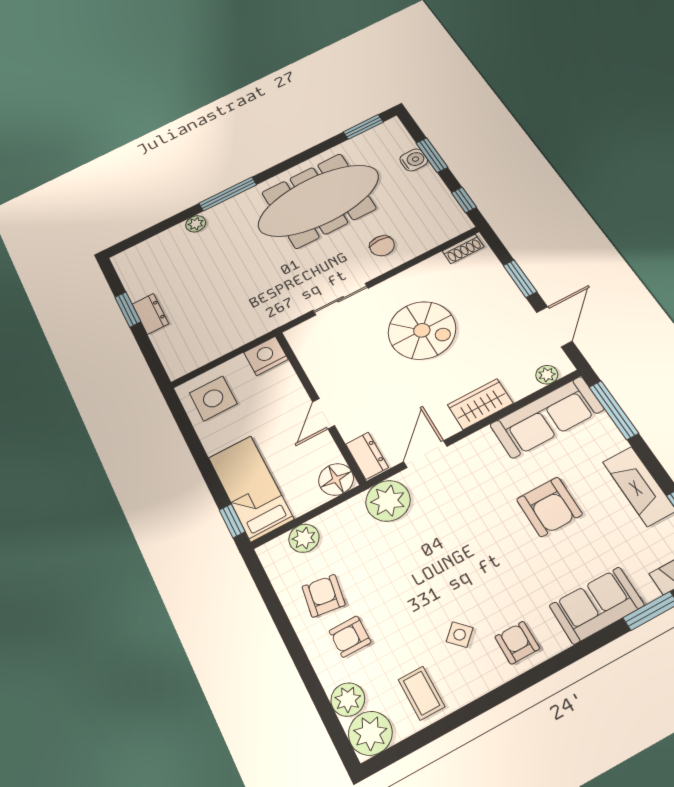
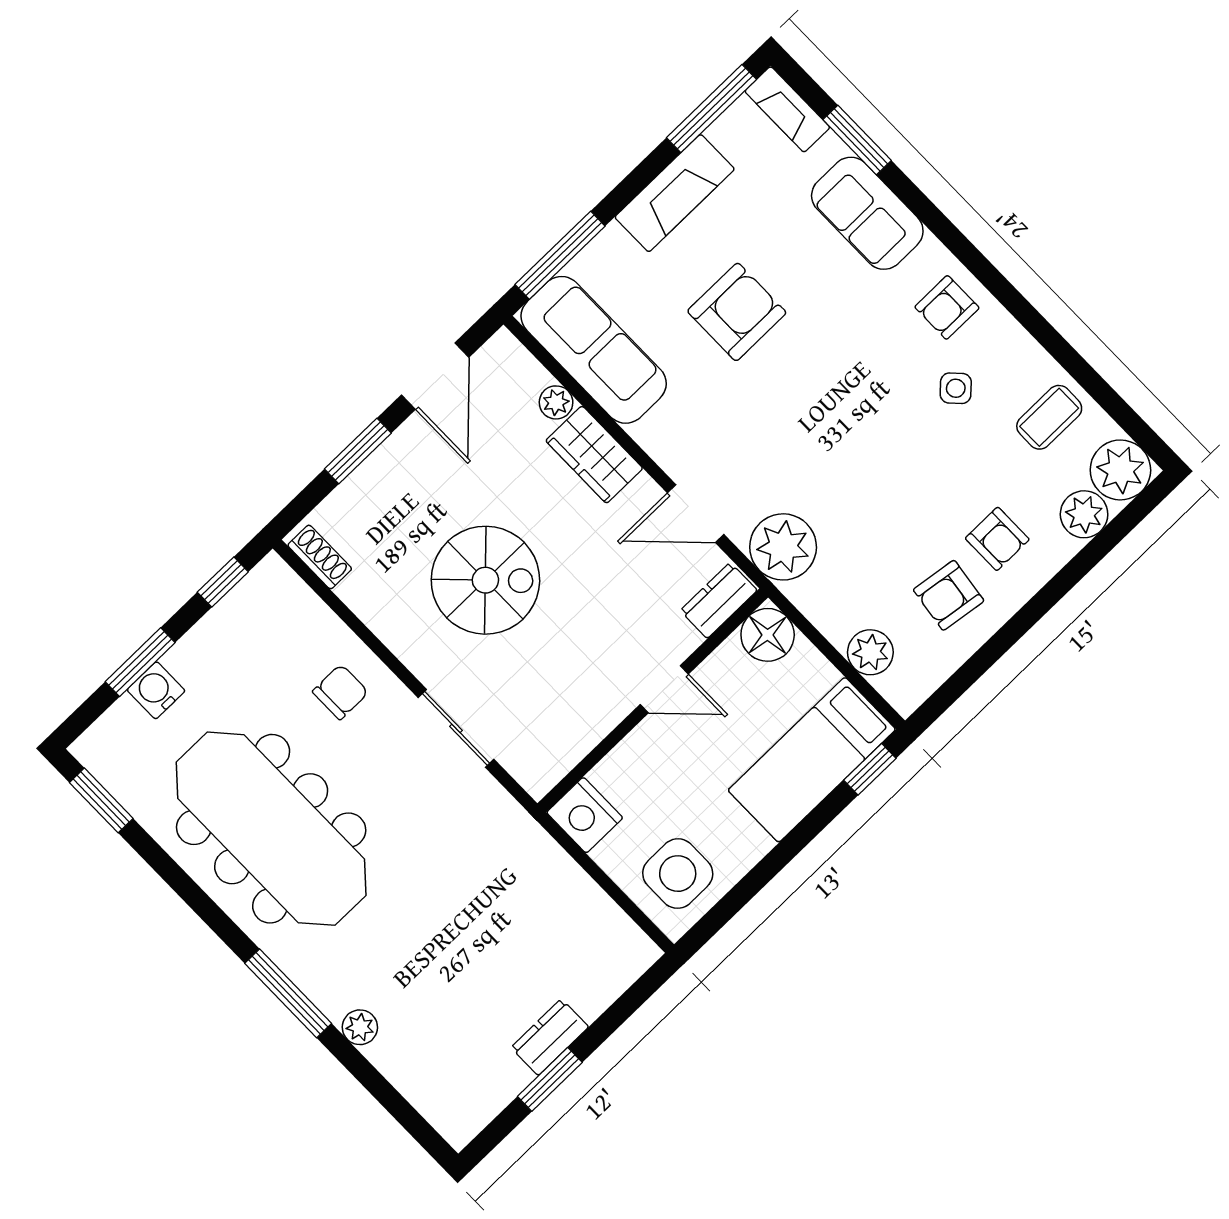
door: (554, 327) -> (435, 376), swing flipped
spiral stairs: (422, 330) -> (485, 580), turned 90
plant: (547, 375) -> (556, 402), moved

